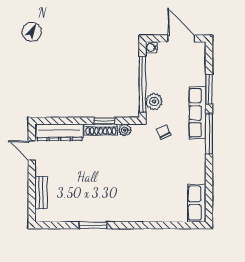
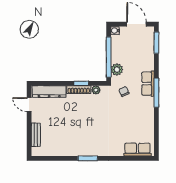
window: (209, 89) -> (156, 43), moved
row of seats: (197, 113) -> (148, 84), width x0.68
row of seats: (197, 203) -> (137, 150), moved, turned 90
window: (93, 225) -> (88, 158), moved

